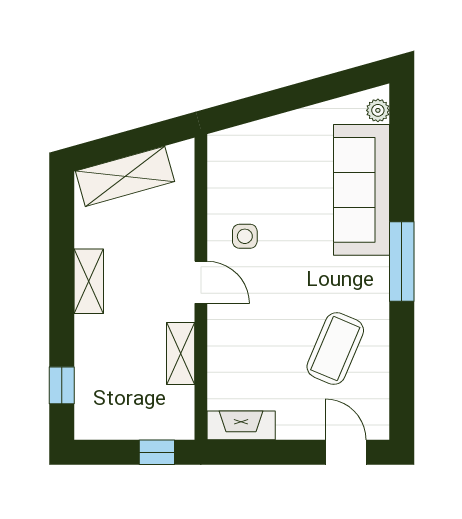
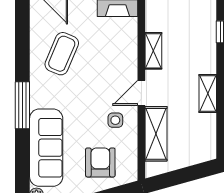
armchair: (270, 165) -> (100, 162), added
shelving: (125, 176) -> (156, 134), moved, turned -74
door: (201, 282) -> (141, 93), hinge flipped

